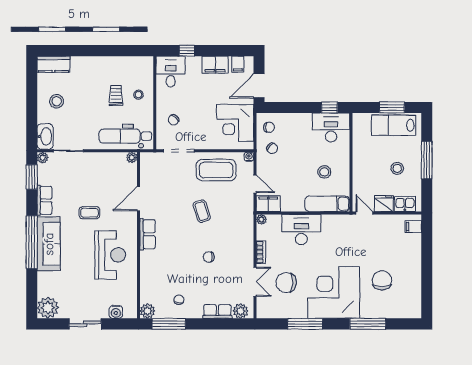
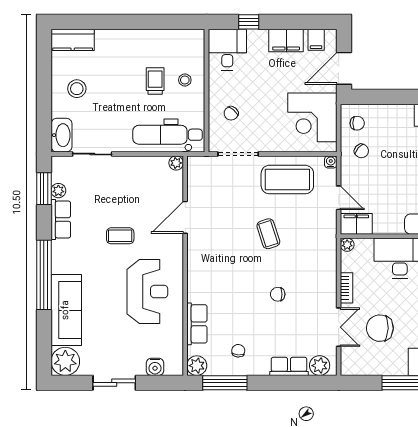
plant: (43, 158) -> (58, 191), moved
row of seats: (148, 234) -> (197, 324), moved
sofa: (49, 244) -> (66, 310), moved

